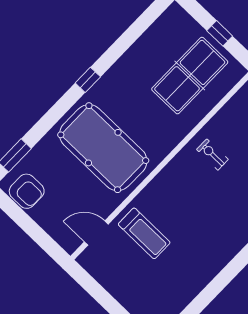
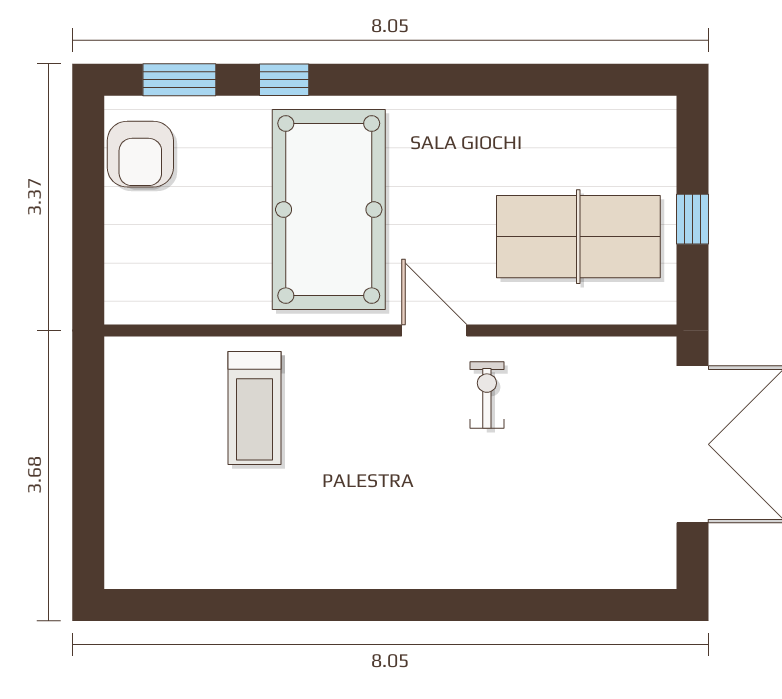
window: (88, 80) -> (284, 80), moved
door: (96, 233) -> (434, 331), moved

